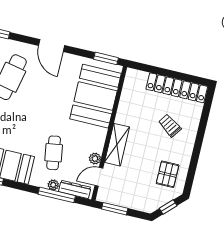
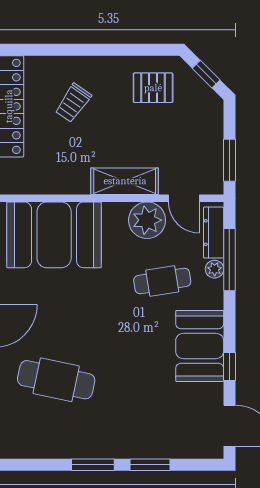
plant: (95, 159) -> (147, 220), width x1.87, depth x1.87

